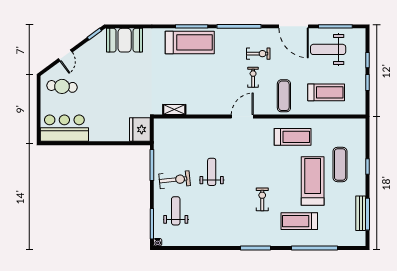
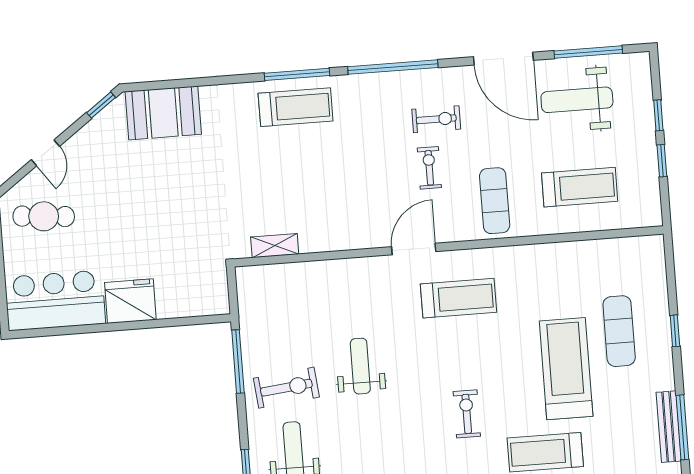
treadmill: (190, 42) -> (296, 107), width x0.73, depth x0.73
fridge: (140, 130) -> (130, 301), moved, turned 90
treadmill: (293, 137) -> (458, 298), moved

